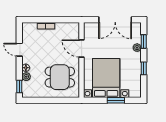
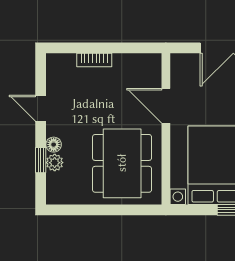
dining table: (60, 77) -> (122, 163), width x1.37
window: (19, 86) -> (41, 160), moved

